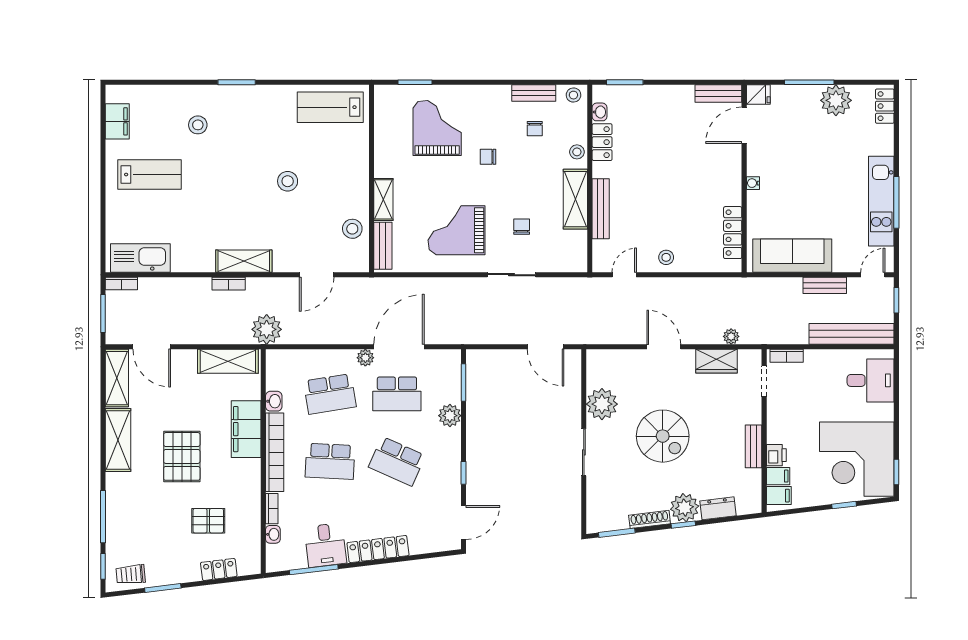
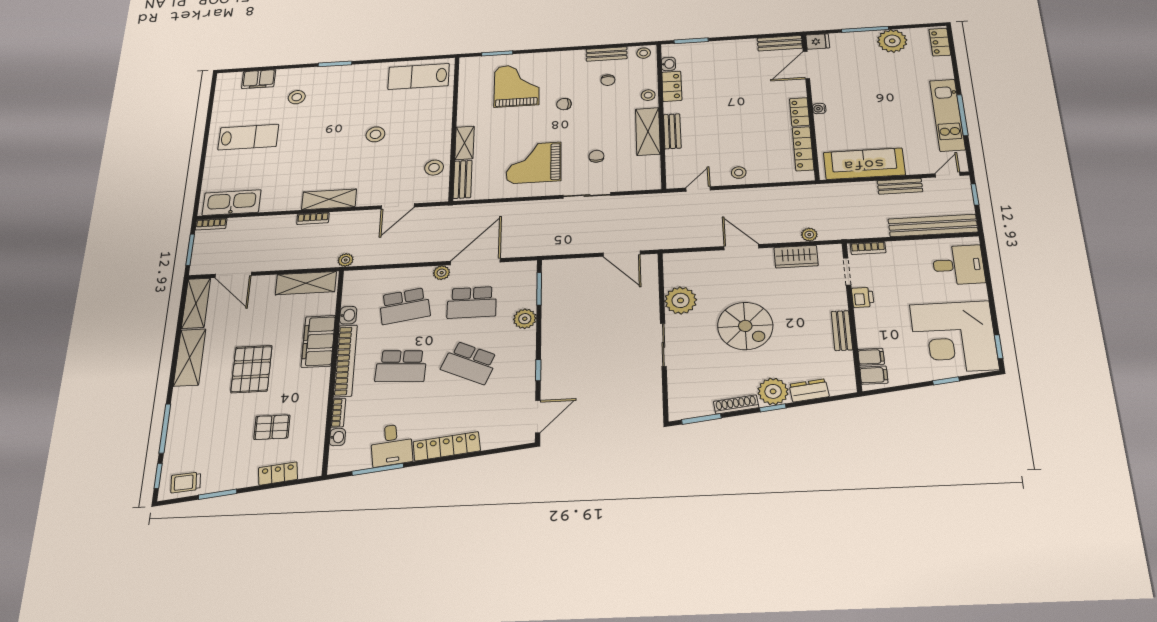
filing cabinet: (117, 121) -> (259, 79), moved, turned 90
locker: (733, 186) -> (800, 112), added
bench: (601, 209) -> (672, 131), width x0.73
plant: (267, 329) -> (346, 260), width x0.53, depth x0.53
printer: (776, 455) -> (863, 297), moved

